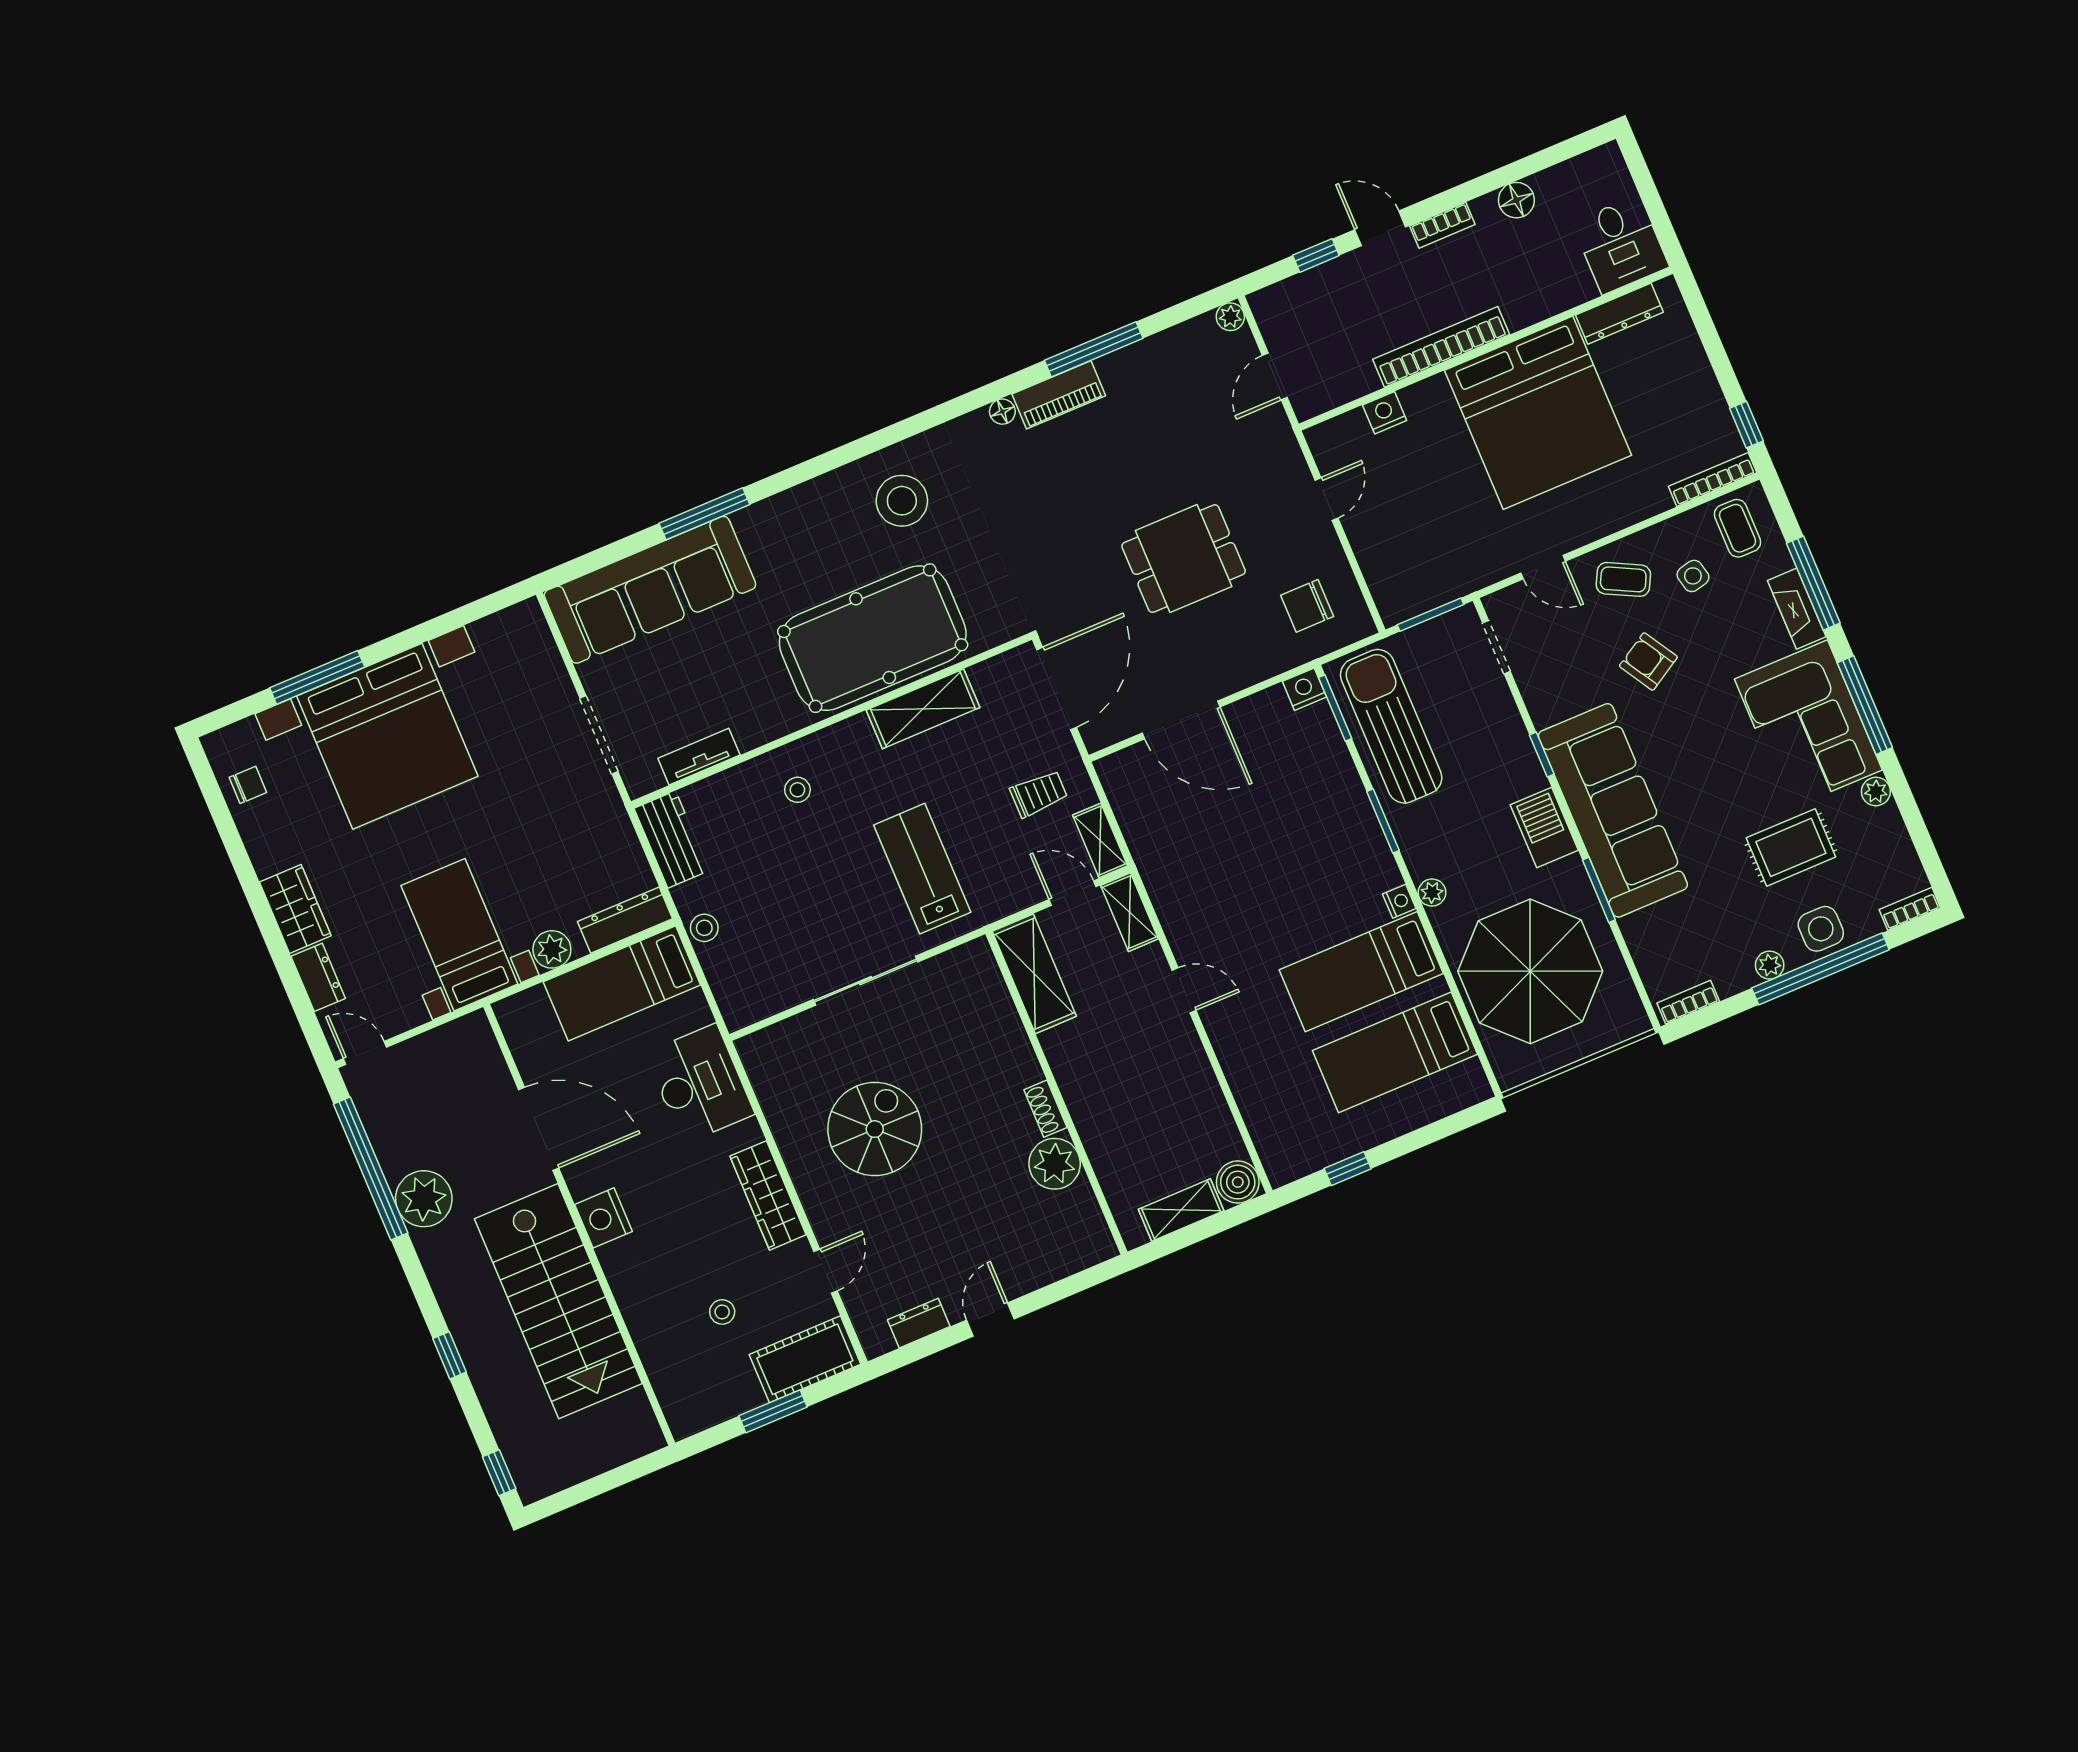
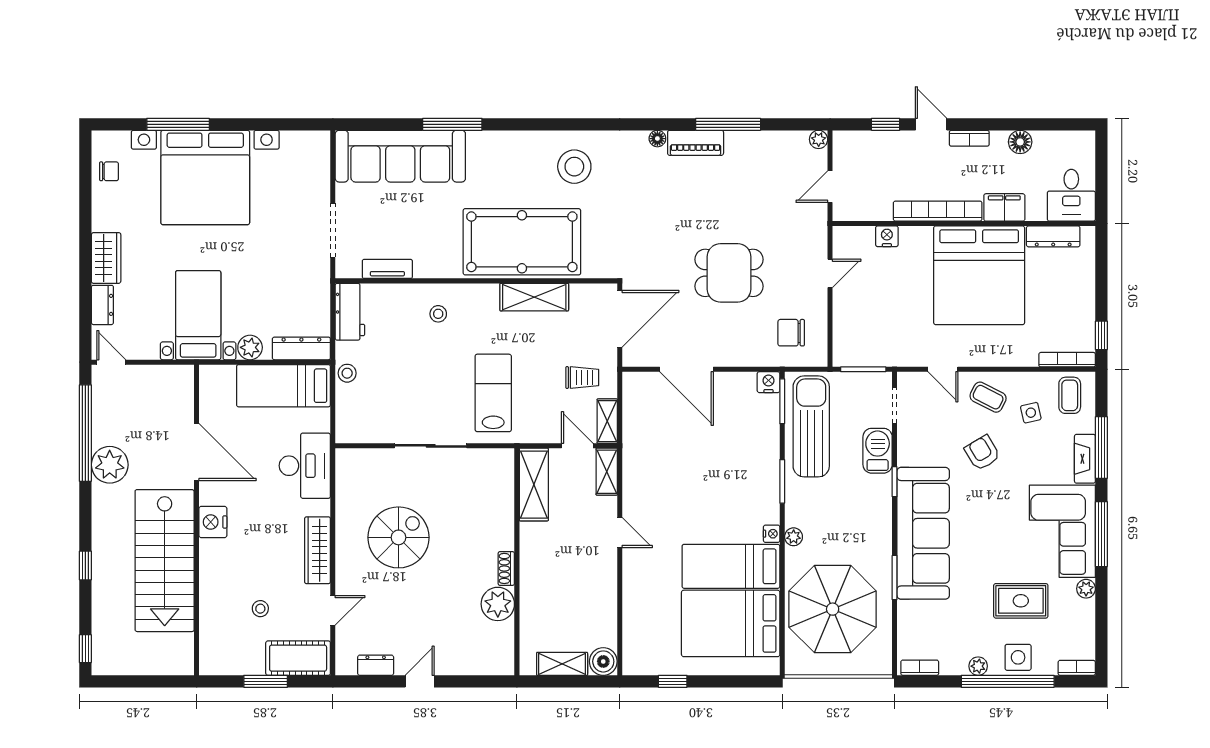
filing cabinet: (1533, 302) -> (1004, 207), added
barbecue: (1544, 828) -> (878, 451), moved
bed: (1395, 1052) -> (731, 623), width x1.50

